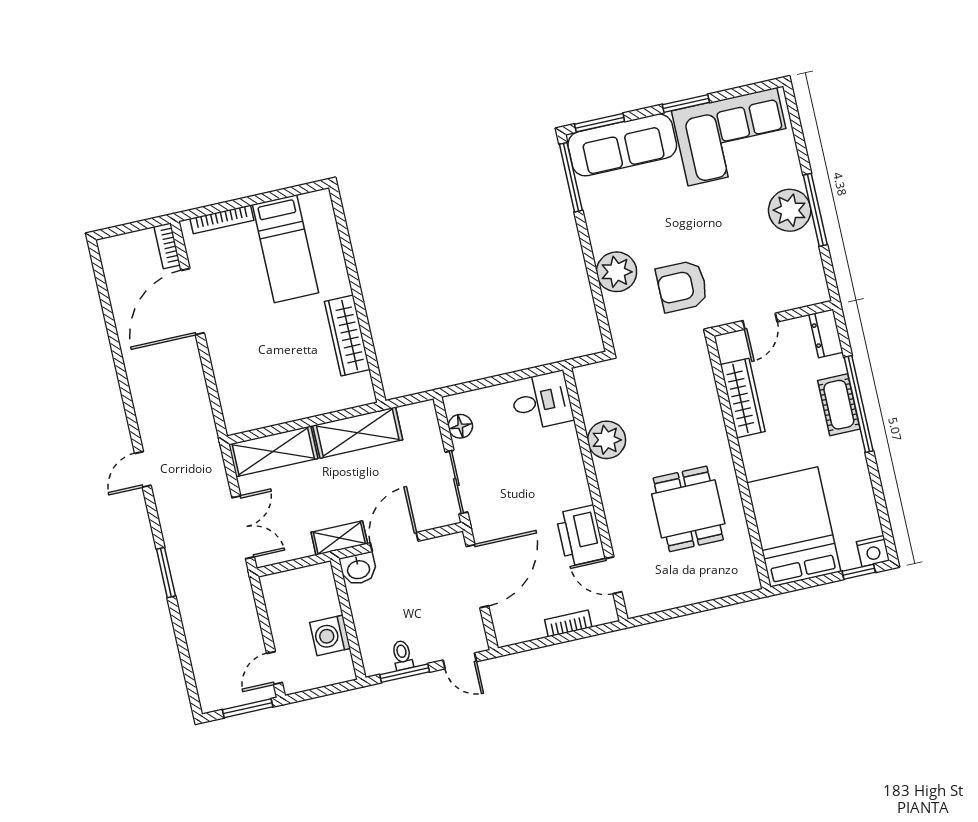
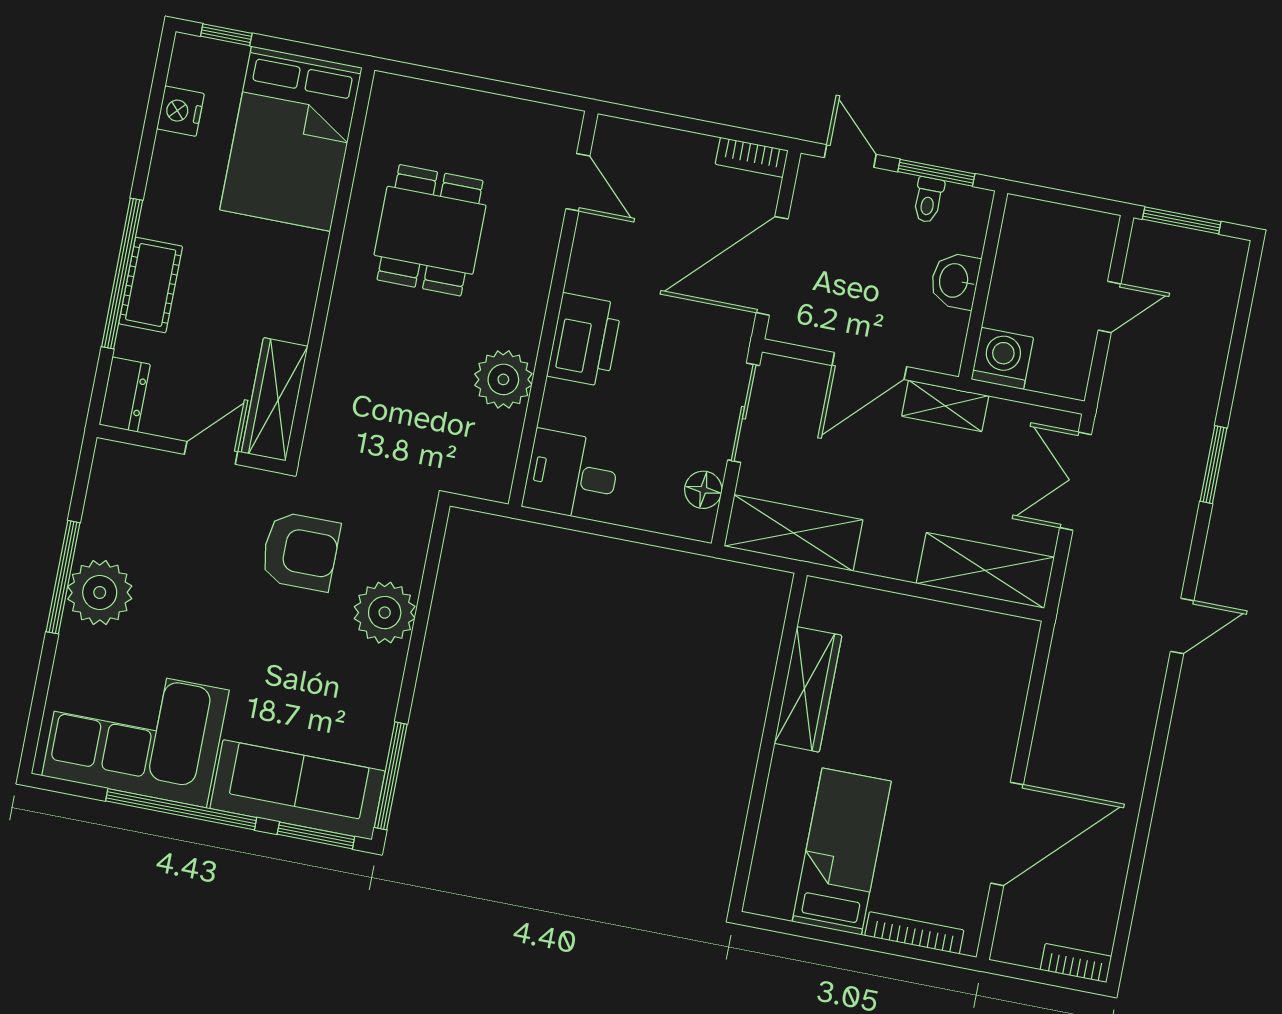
window: (686, 103) -> (181, 809), width x2.11
bookcase: (167, 246) -> (1076, 963), moved, turned -90
wardrobe: (743, 398) -> (275, 399), moved
shelving: (358, 433) -> (794, 533), moved
printer: (580, 536) -> (585, 340), moved
nightstand: (873, 551) -> (180, 111), moved, turned -90
washbasin: (358, 569) -> (955, 281), moved, turned -90
bookcase: (568, 623) -> (752, 157), moved
washing machine: (330, 635) -> (1002, 358), moved, turned -90
door: (274, 668) -> (1109, 307), moved

